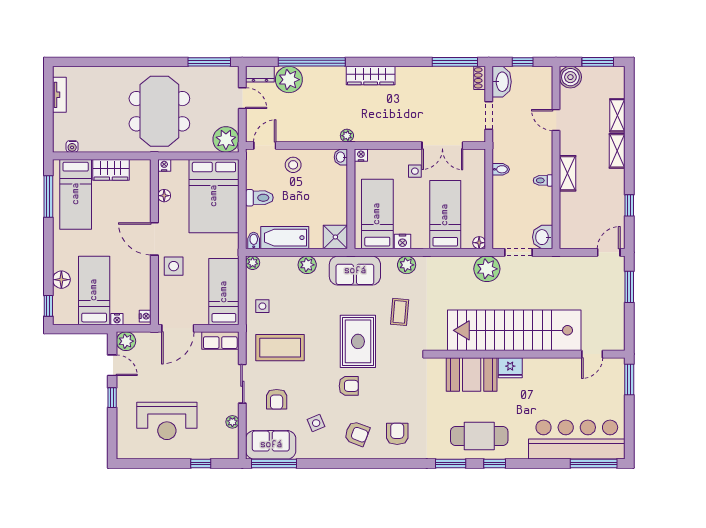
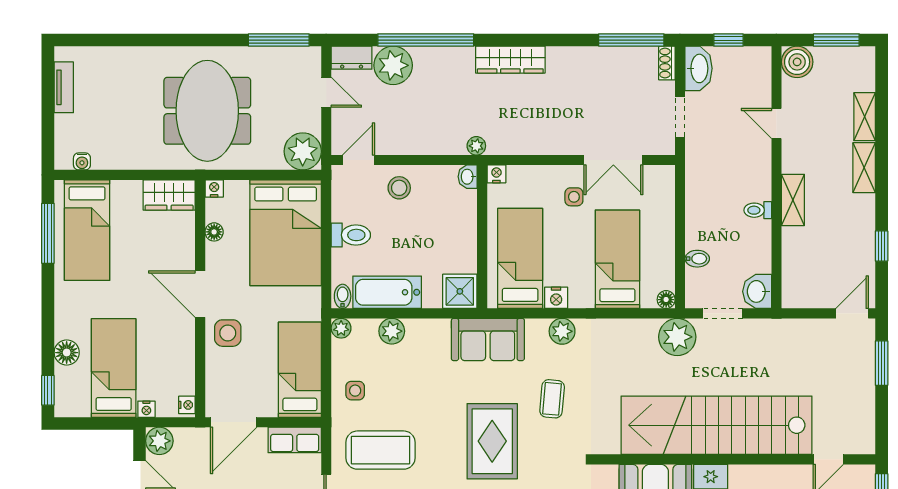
bidet: (501, 169) -> (697, 259), moved
wardrobe: (111, 170) -> (169, 195), moved
plant: (307, 265) -> (392, 331), moved

